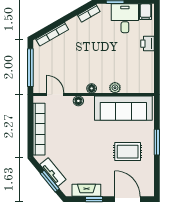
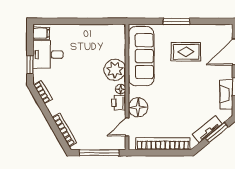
printer: (148, 44) -> (119, 103), moved, turned 90
plant: (115, 88) -> (115, 70), width x1.87, depth x1.87
floor lamp: (78, 101) -> (138, 107), width x1.89, depth x1.89
rug: (128, 152) -> (186, 52), turned 90

